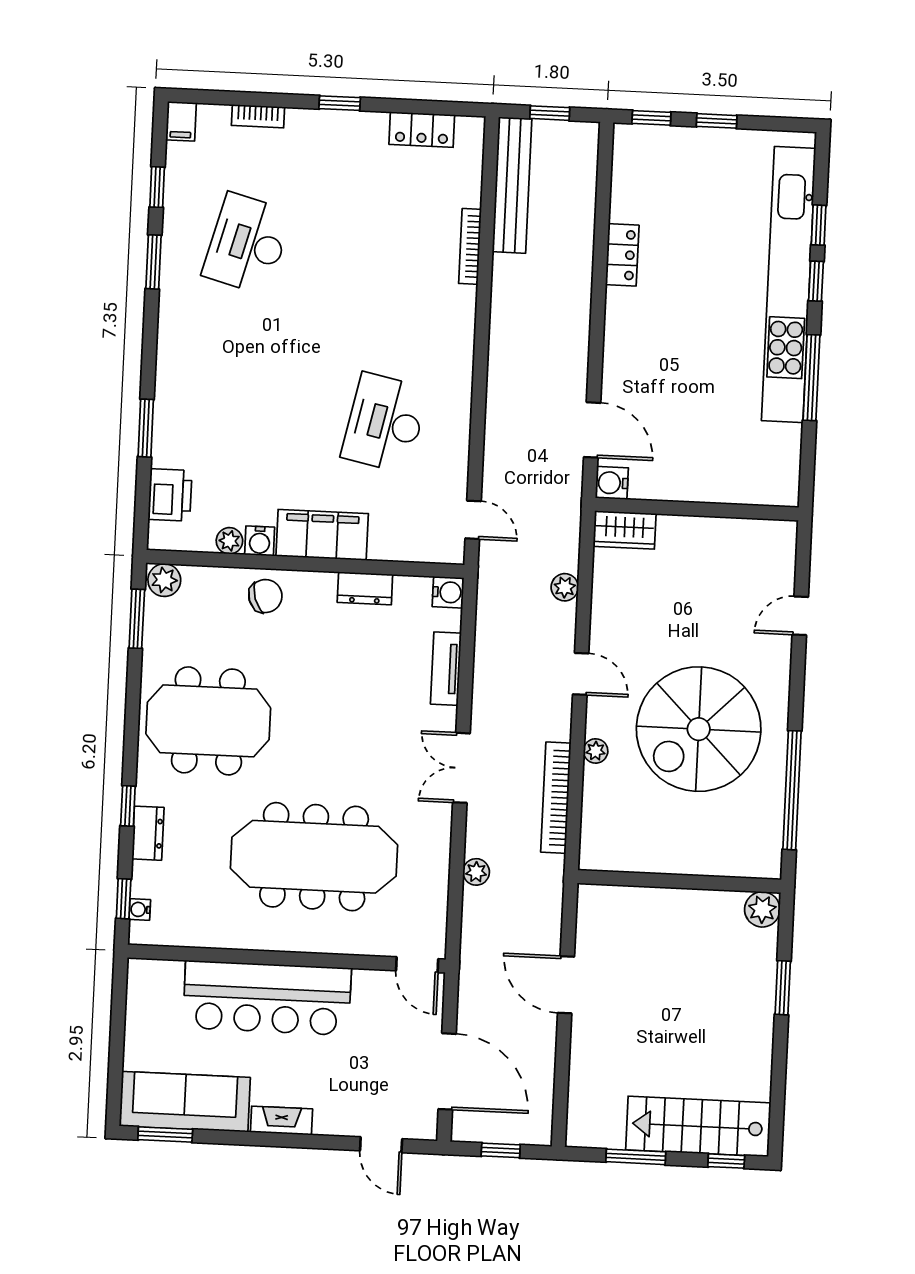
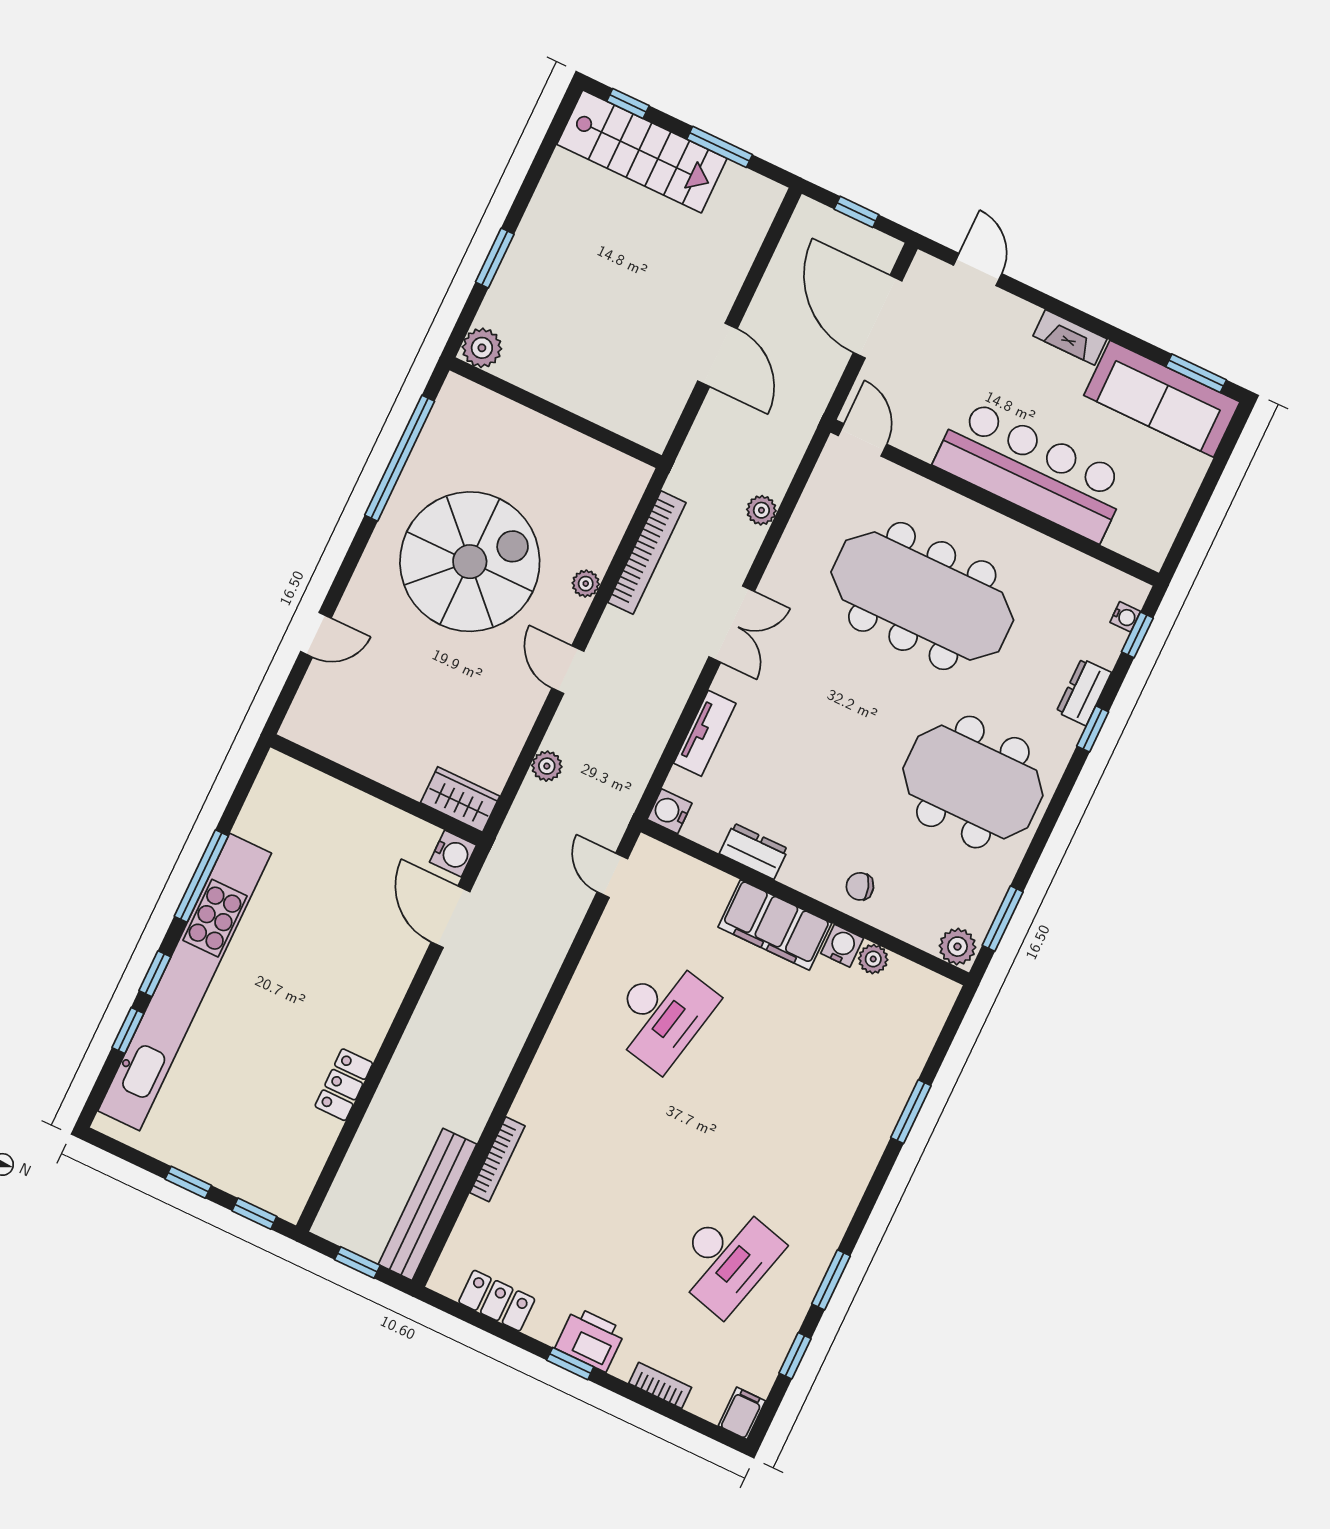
printer: (170, 495) -> (590, 1339), moved, turned 90
chair: (265, 596) -> (860, 886), width x0.73, depth x0.73

